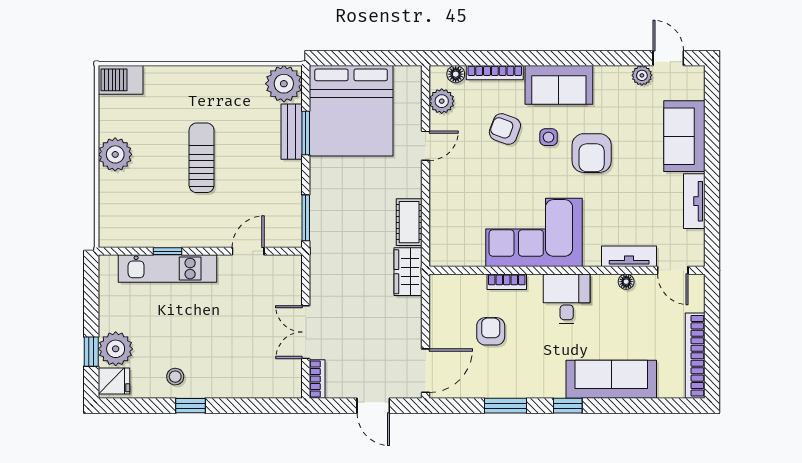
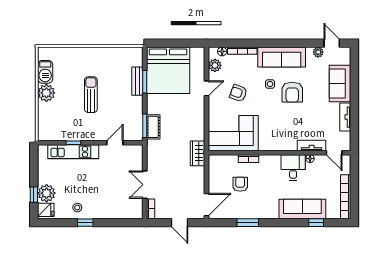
barbecue: (121, 80) -> (45, 72), moved, turned -90
plant: (284, 84) -> (133, 56), removed
sofa: (559, 85) -> (282, 57), width x1.36
armchair: (505, 129) -> (238, 93), moved
cot: (409, 222) -> (153, 127), moved
corner sofa: (534, 232) -> (233, 133), moved
desk: (567, 299) -> (293, 167), moved
window: (568, 406) -> (316, 223), moved

